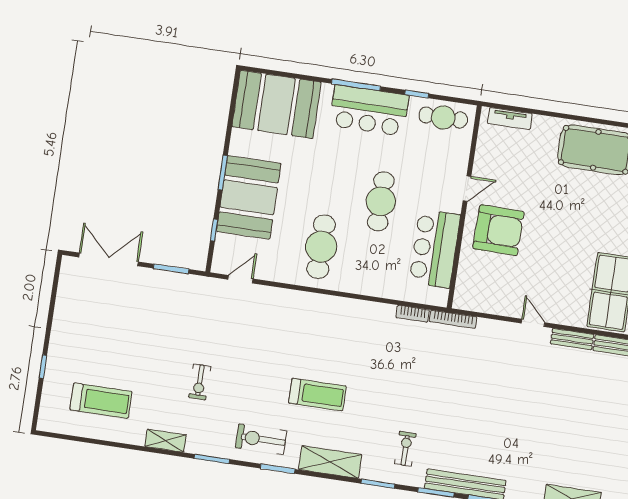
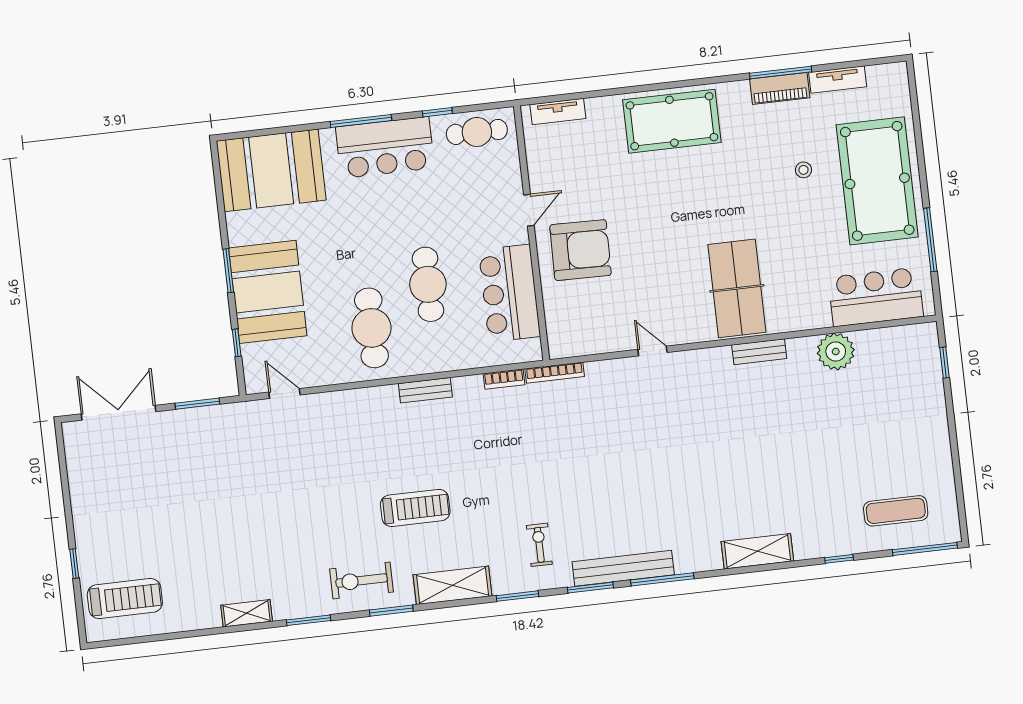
cafe table: (381, 201) -> (428, 284), moved
door: (240, 279) -> (284, 394), hinge flipped
bench: (572, 339) -> (425, 390), moved
exercise bike: (200, 382) -> (269, 531), removed
treadmill: (101, 401) -> (125, 599), moved

